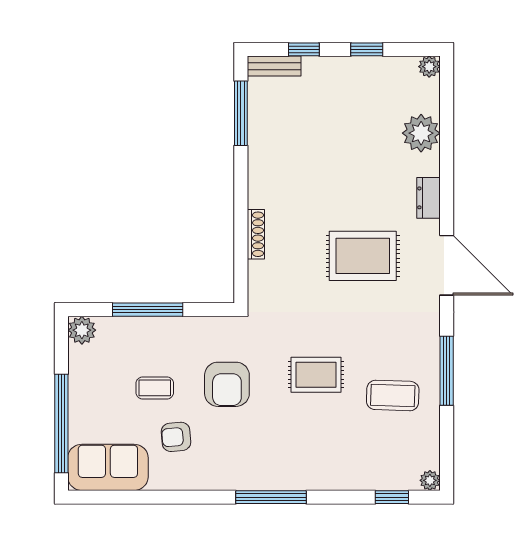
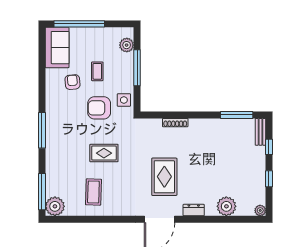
plant: (82, 330) -> (127, 45), moved
side table: (211, 336) -> (124, 100), added
window: (447, 371) -> (106, 219), removed
rug: (316, 375) -> (104, 153), turned 90
plant: (430, 480) -> (55, 206), width x1.87, depth x1.87
window: (392, 497) -> (42, 192), width x2.17

